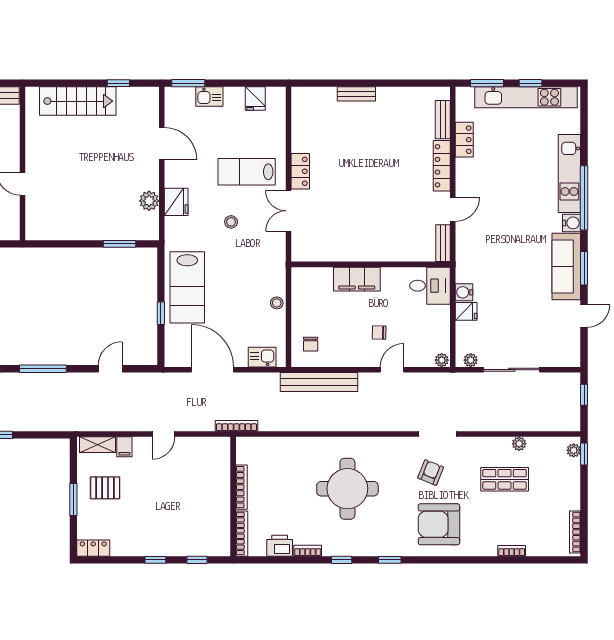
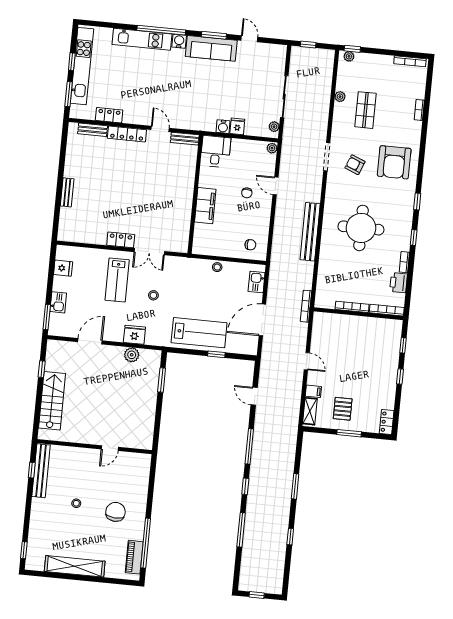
bench: (319, 382) -> (310, 232), moved

